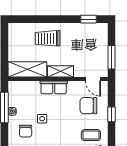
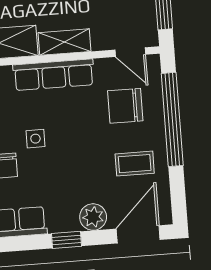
row of seats: (54, 87) -> (54, 75), width x1.48
window: (112, 114) -> (172, 119), width x3.17

